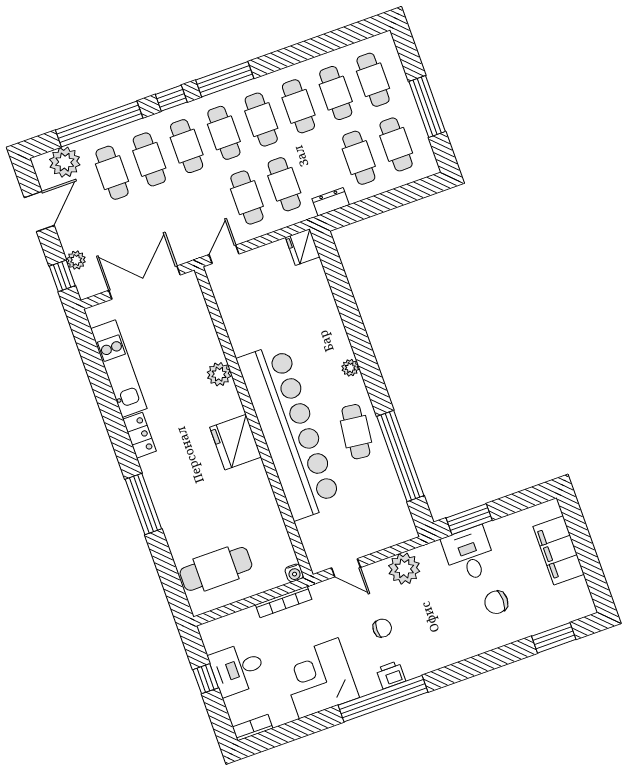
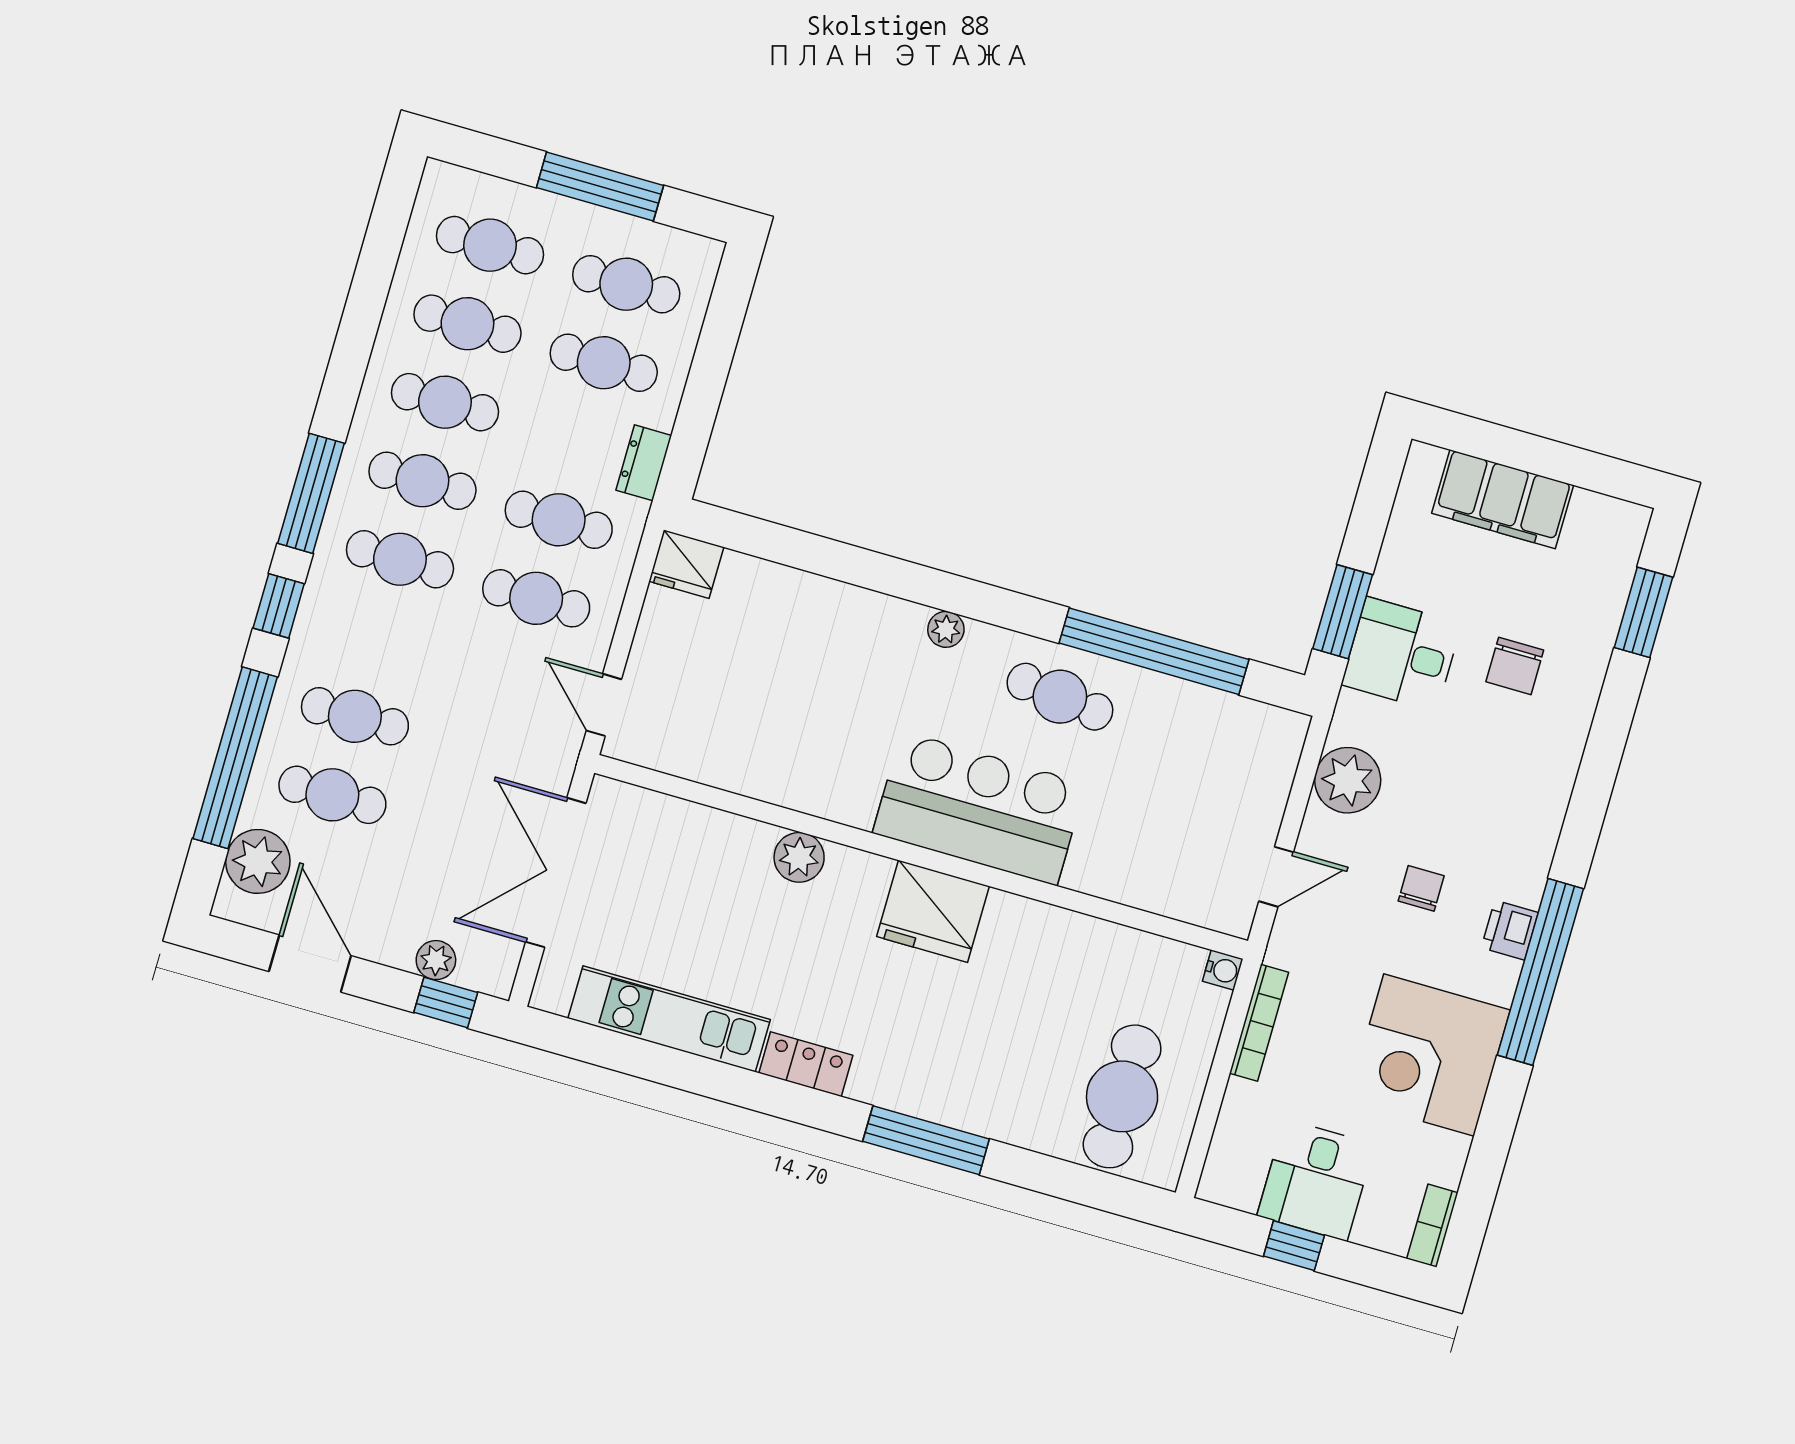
cafe table: (187, 146) -> (377, 638), removed
bar counter: (289, 431) -> (979, 808), width x0.54

